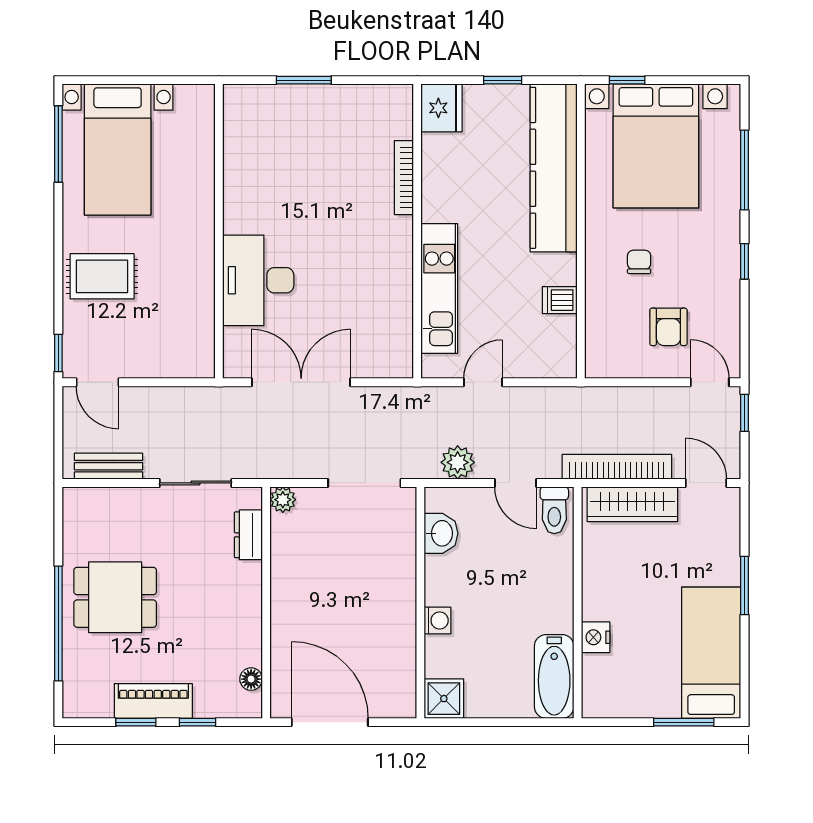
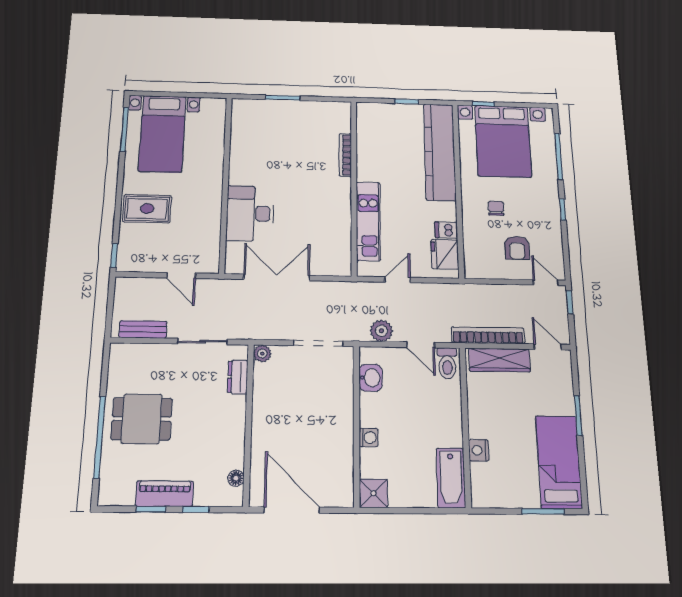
fridge: (442, 108) -> (445, 254), moved, turned 180
door: (98, 382) -> (181, 275), moved

